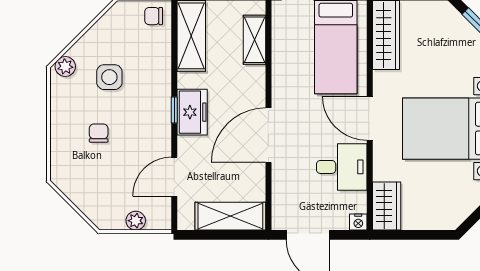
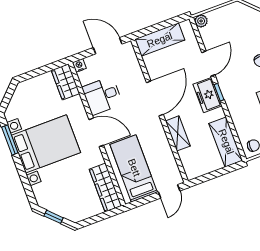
shelving: (255, 40) -> (178, 133), moved
door: (174, 177) -> (208, 64), moved
plant: (136, 221) -> (201, 21), moved

